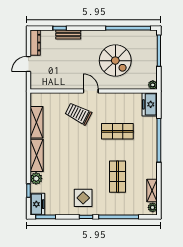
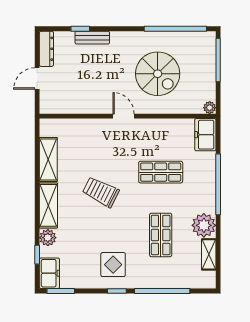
trolley: (78, 114) -> (101, 192), moved
plant: (153, 207) -> (204, 225), moved, width x1.88, depth x1.88

